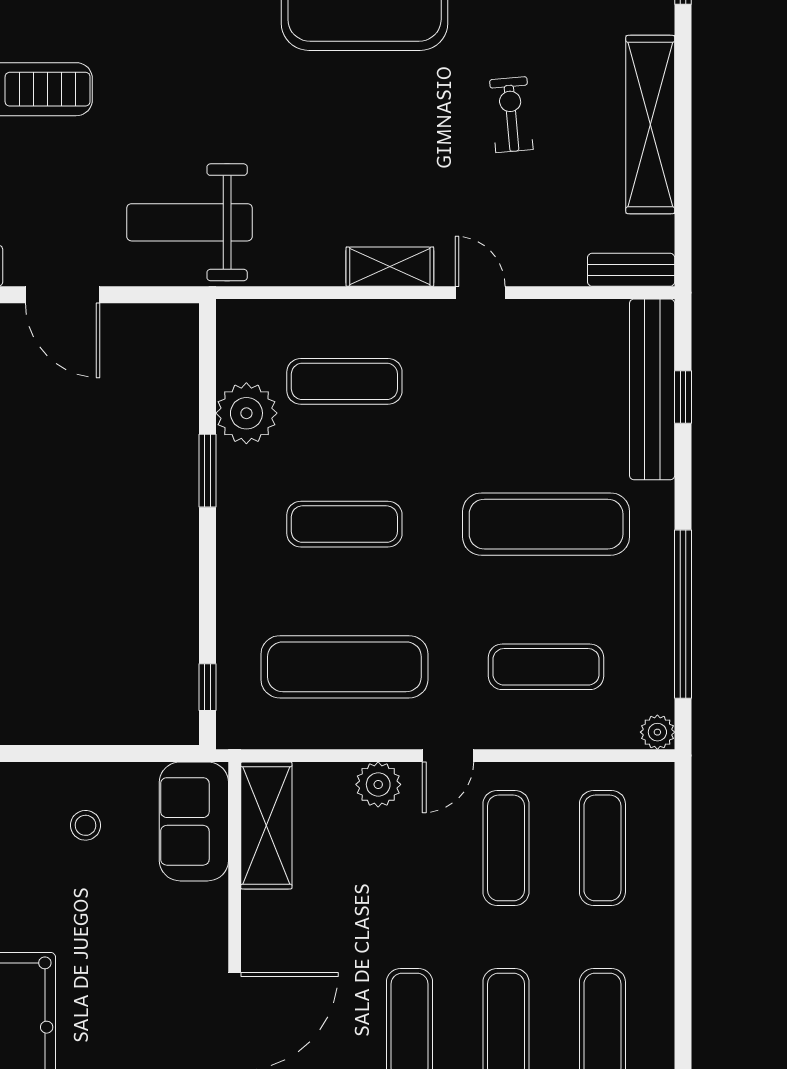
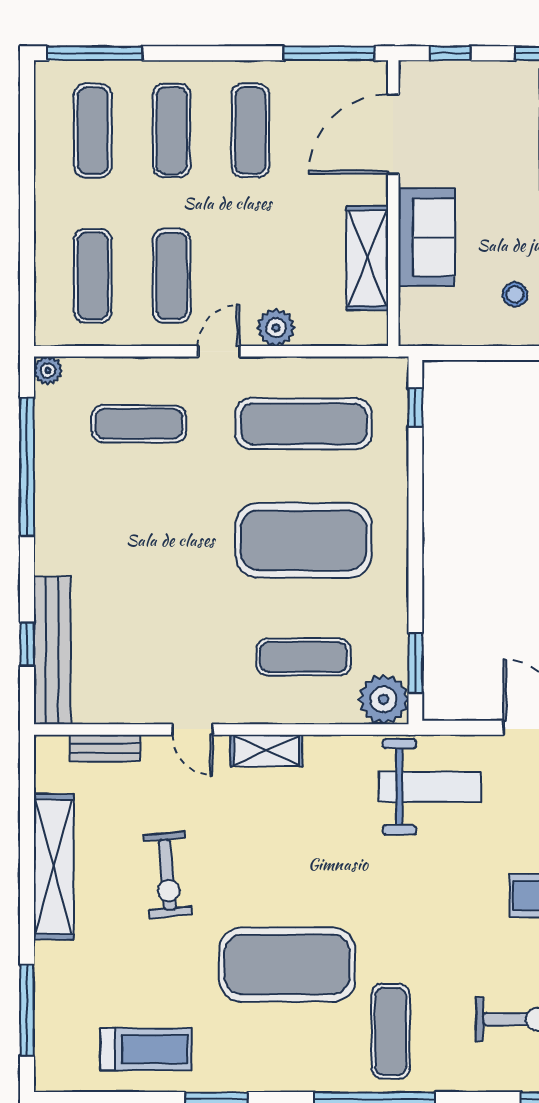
exercise bike: (511, 115) -> (167, 875), width x1.38, depth x1.39
bench: (631, 270) -> (105, 748), moved
plant: (246, 413) -> (384, 699), moved
window: (208, 471) -> (415, 663), moved
exercise mat: (344, 524) -> (304, 540), width x2.00, depth x1.45
exercise mat: (546, 524) -> (139, 540), removed
sofa: (194, 821) -> (426, 237), moved
shelving: (266, 825) -> (367, 258), moved

